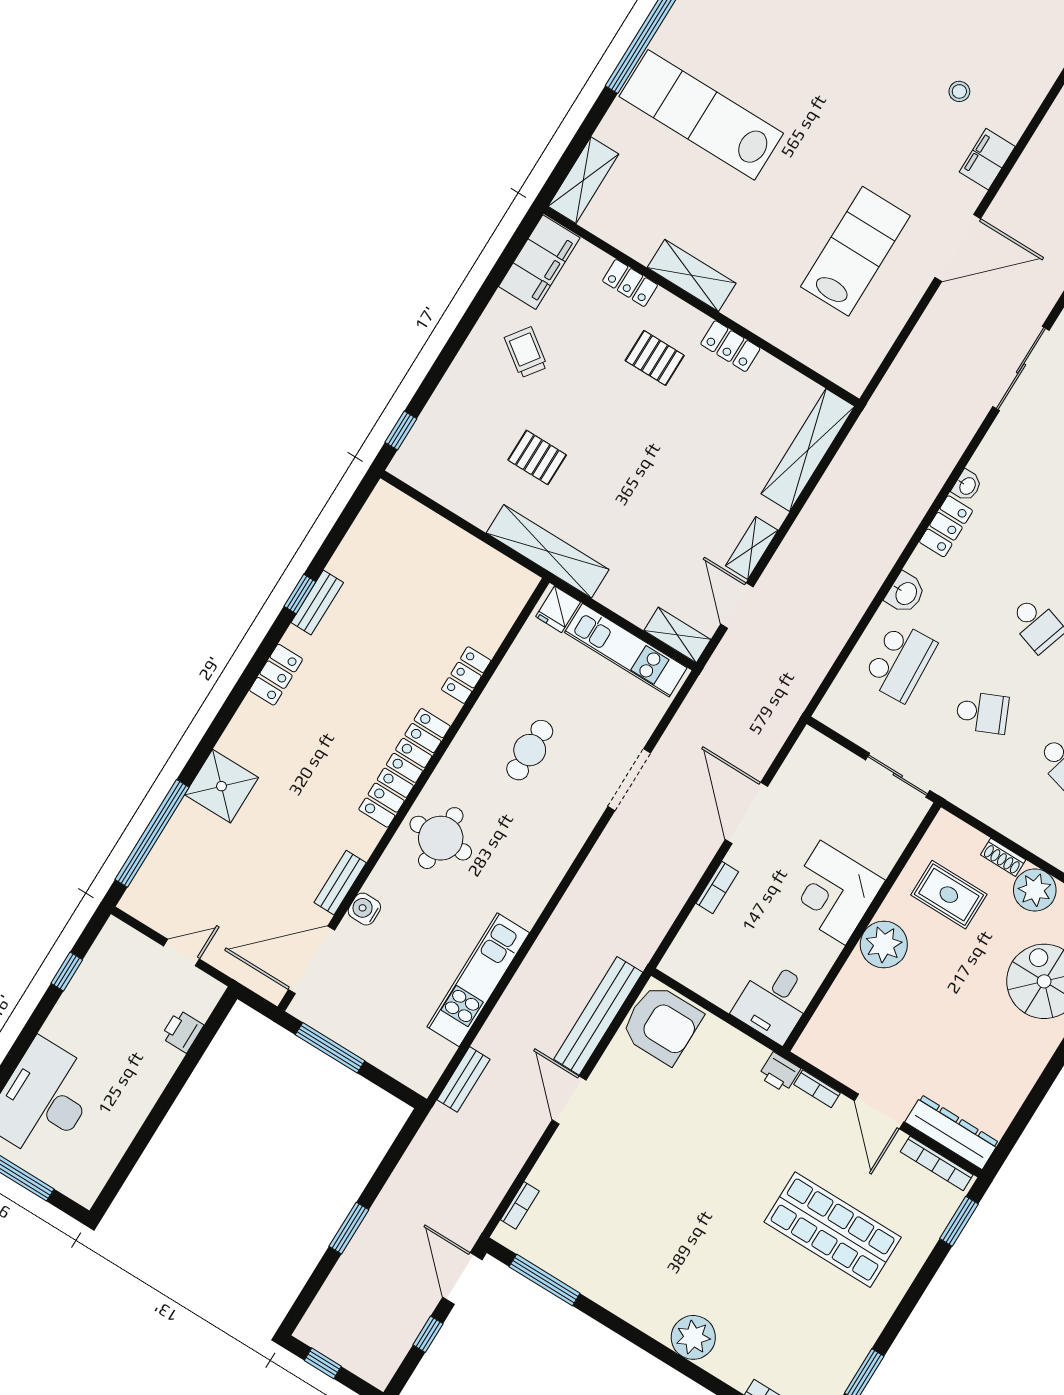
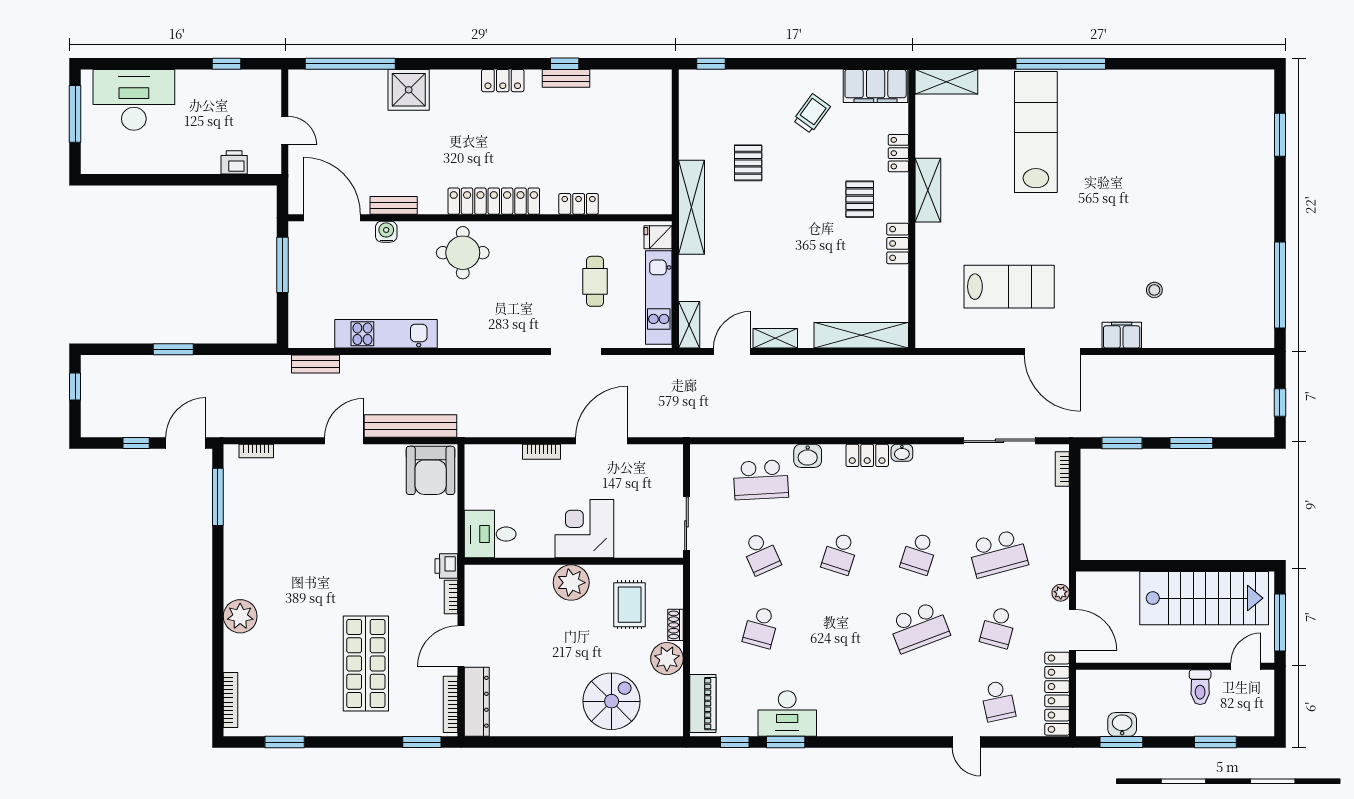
cafe table: (530, 750) -> (595, 281), moved, turned 90

